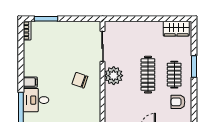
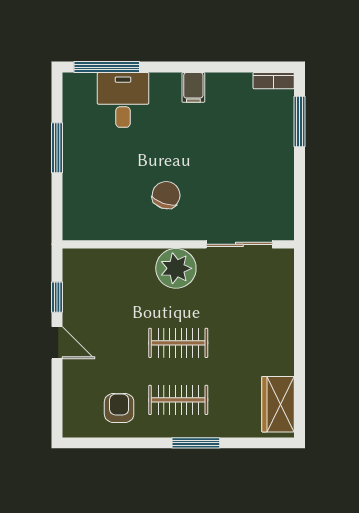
clothes rail: (148, 75) -> (178, 343), width x0.73
filing cabinet: (30, 82) -> (193, 87), moved

